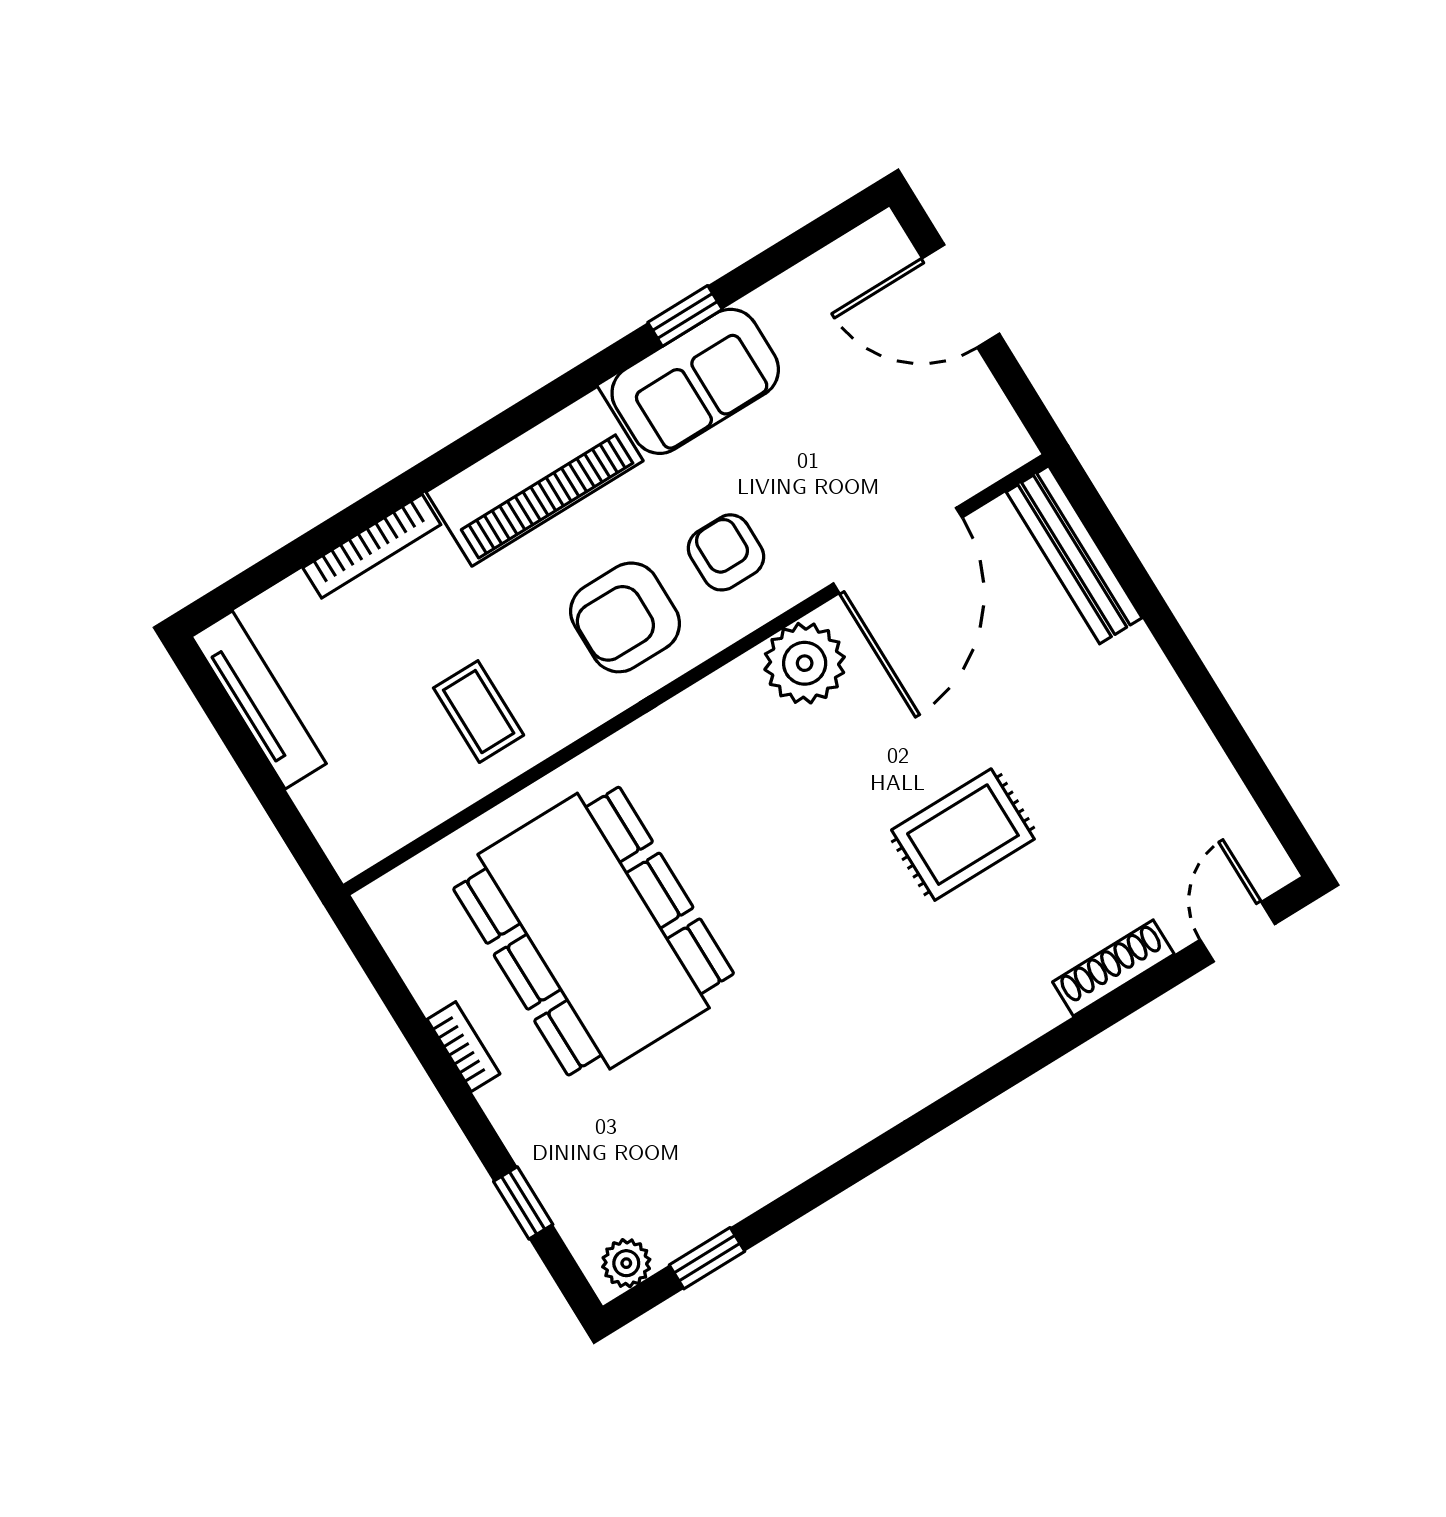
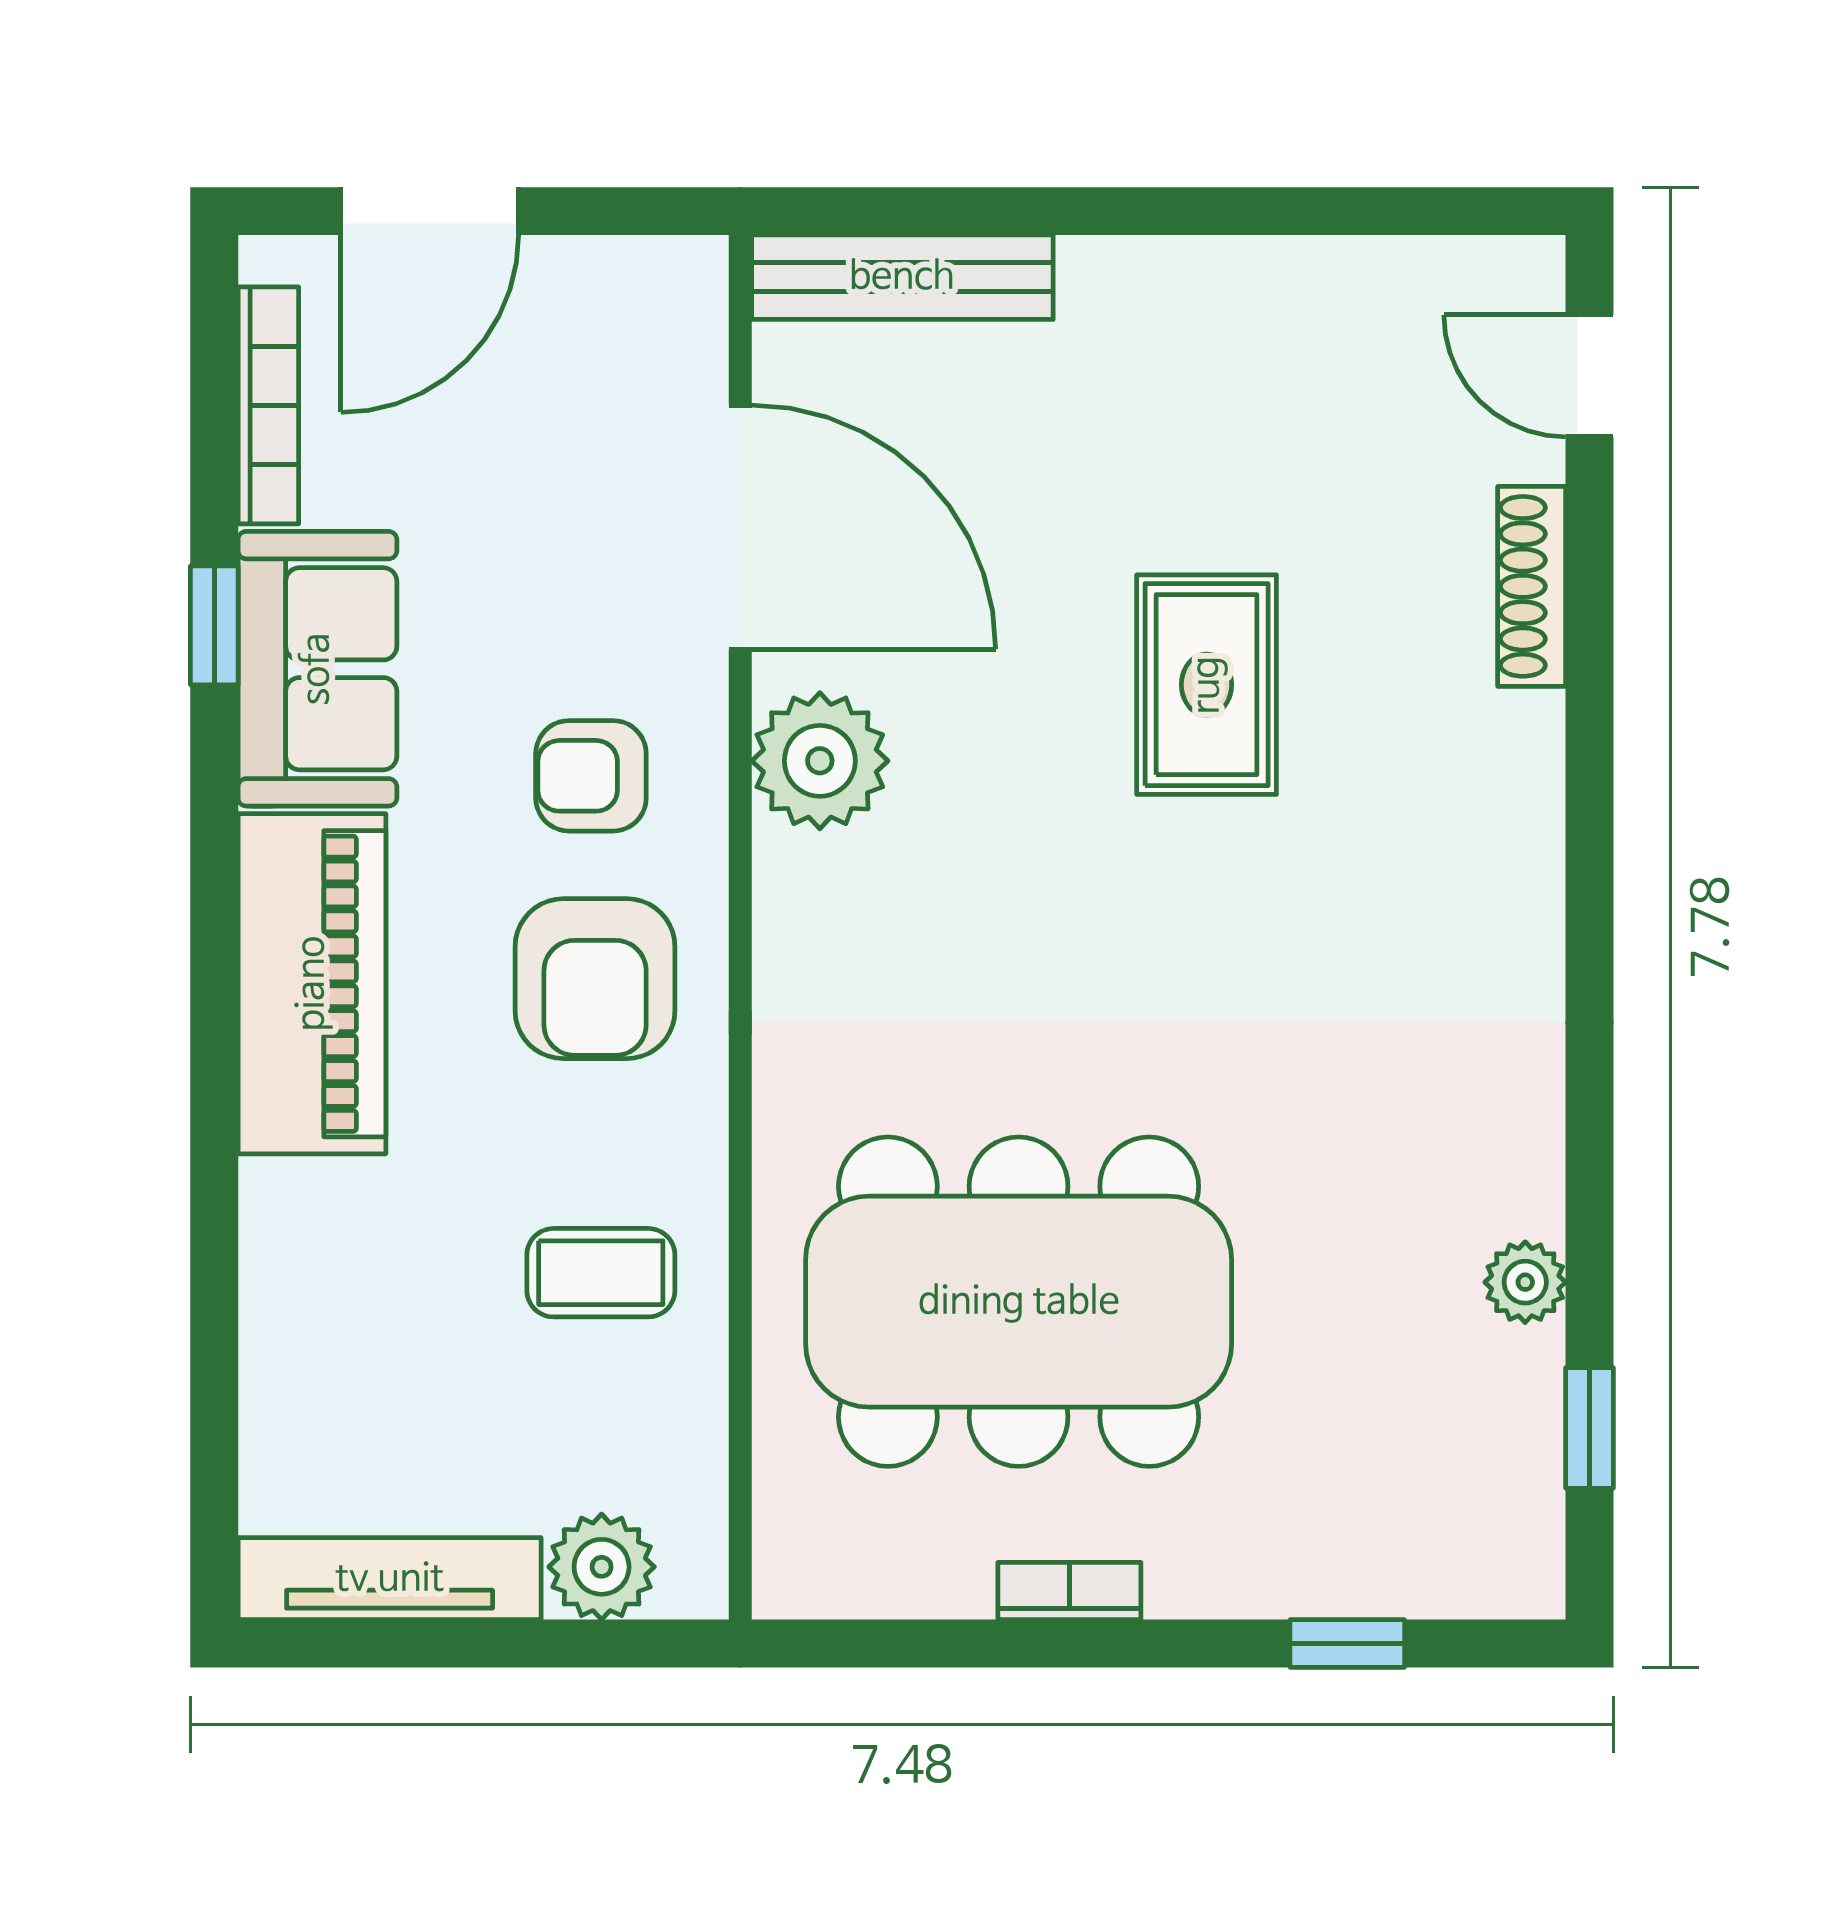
bookcase: (372, 546) -> (268, 405), moved
plant: (331, 803) -> (602, 1567), added
plant: (626, 1263) -> (1525, 1282), moved

